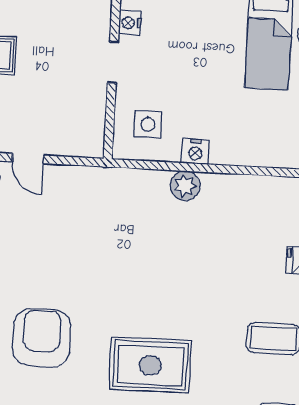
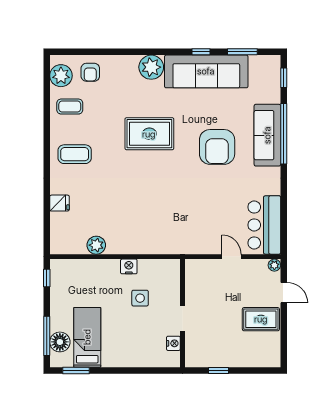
side table: (148, 124) -> (140, 298), moved
plant: (185, 186) -> (96, 245), moved

